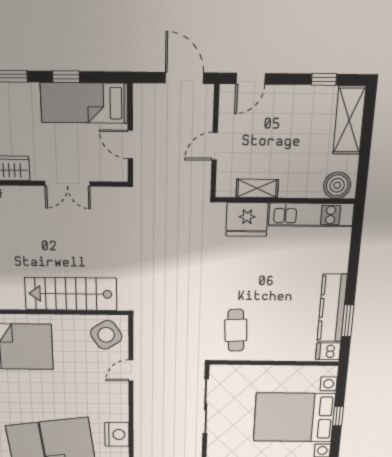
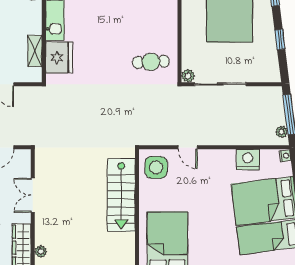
double door: (67, 184) -> (33, 195), swing flipped
side table: (106, 335) -> (156, 167), turned 33
plant: (217, 372) -> (188, 76), added

